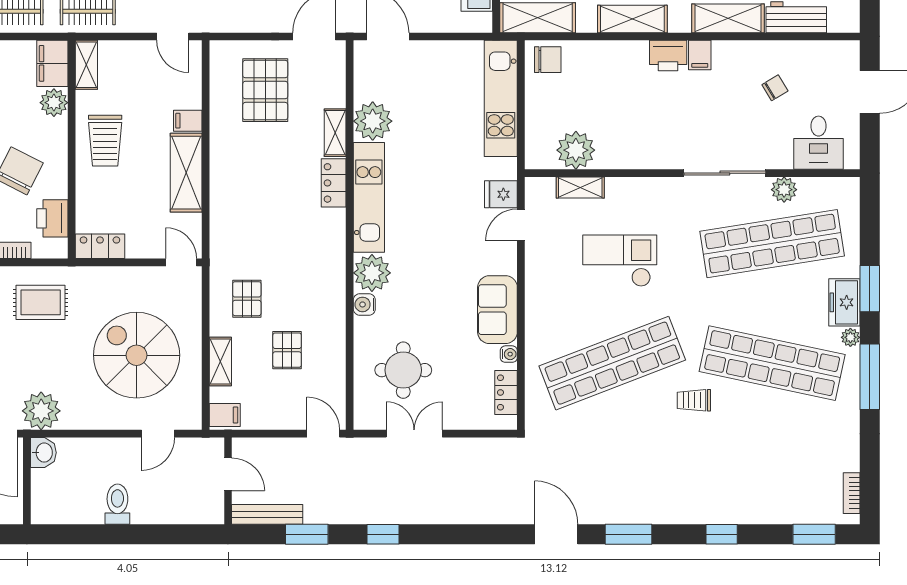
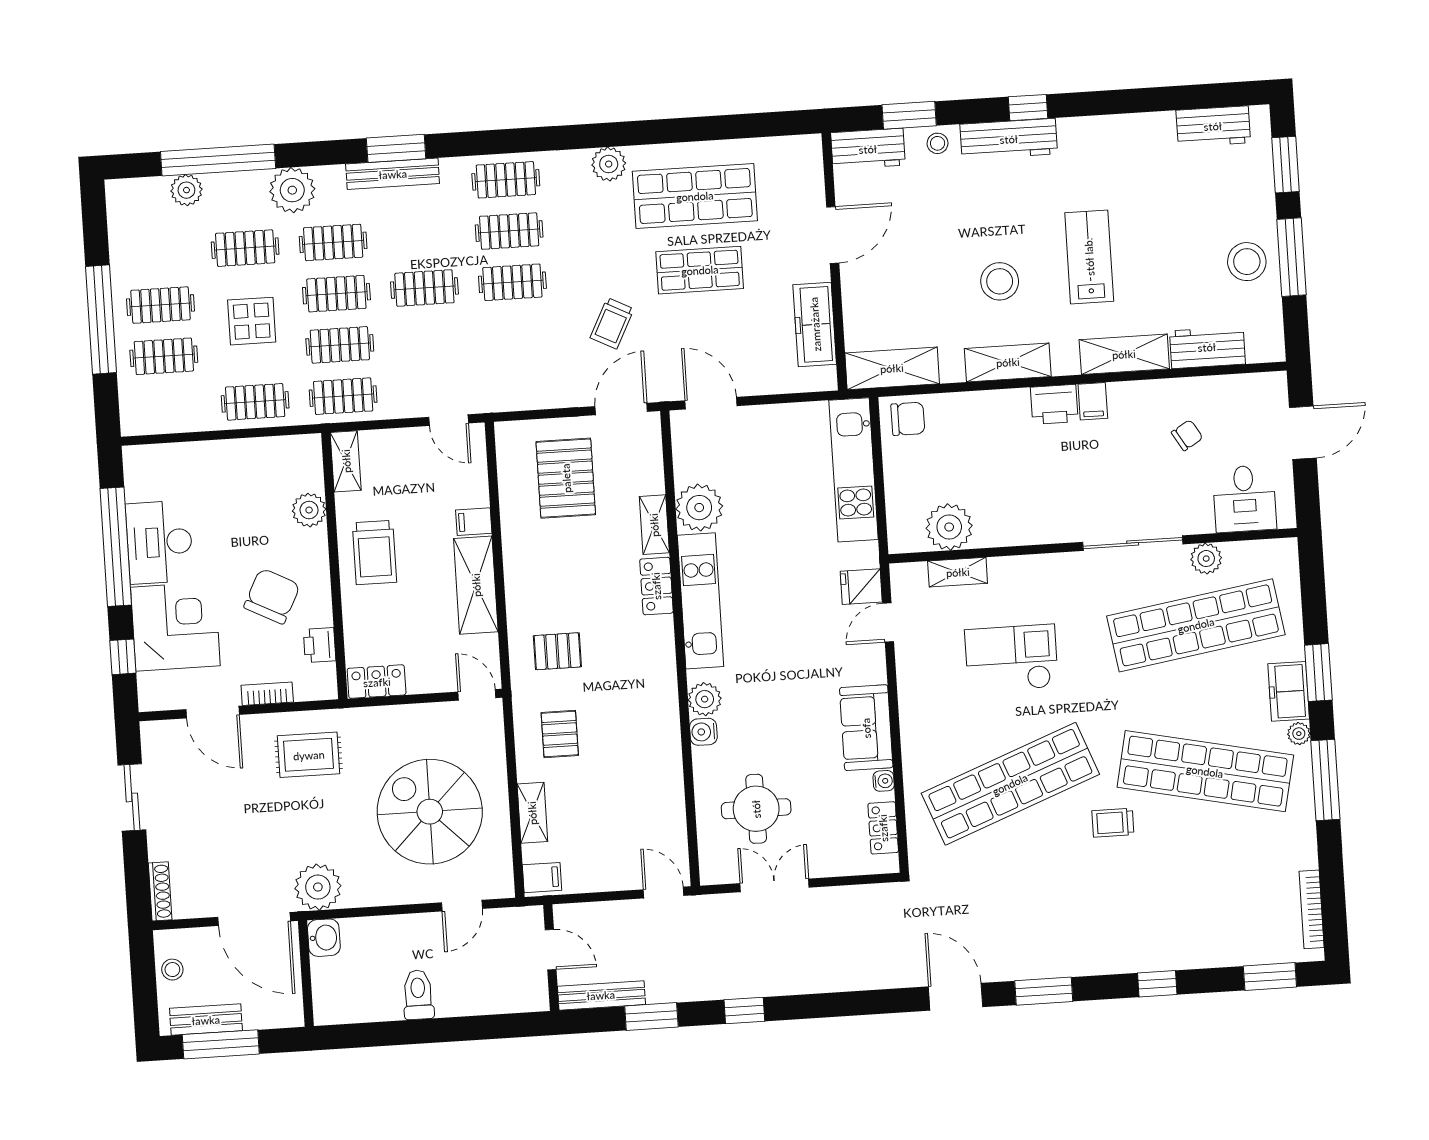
filing cabinet: (52, 63) -> (304, 462), removed
printer: (52, 218) -> (320, 645), width x0.73, depth x0.81
plant: (372, 273) -> (705, 699), width x0.73, depth x0.73
pallet: (287, 350) -> (557, 651), moved, turned 90
bookcase: (852, 493) -> (1312, 909), width x1.56

